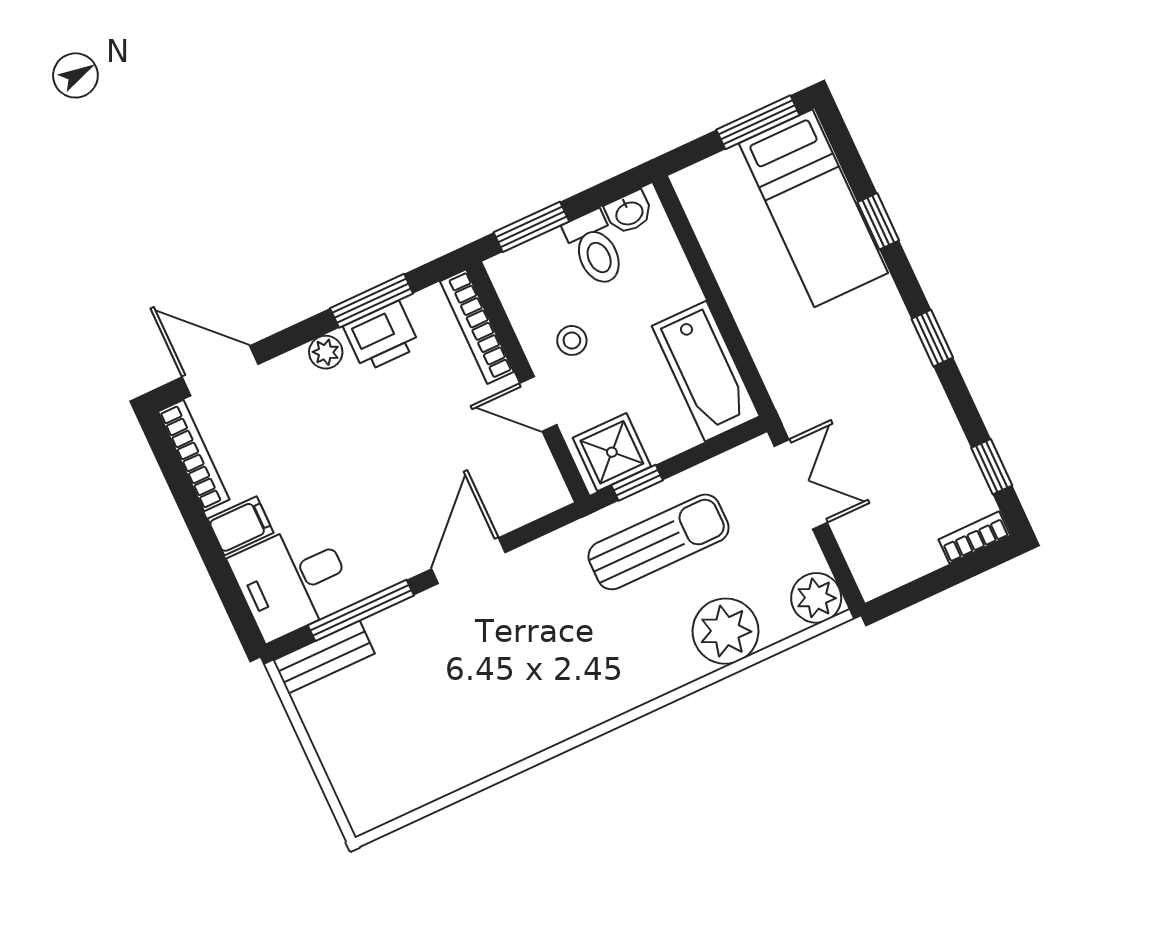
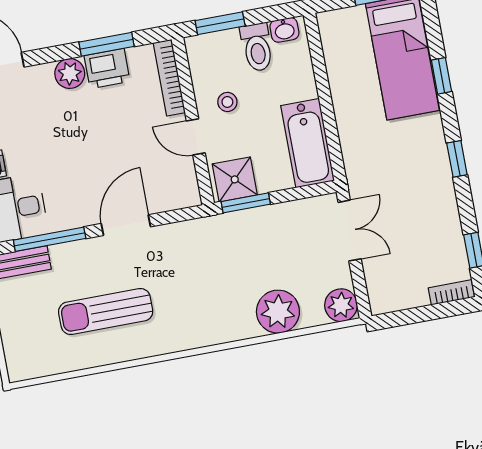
plant: (326, 352) -> (70, 73), width x1.38, depth x1.38
window: (637, 483) -> (246, 203), width x1.50
sun lounger: (659, 542) -> (106, 312), moved, turned 180

